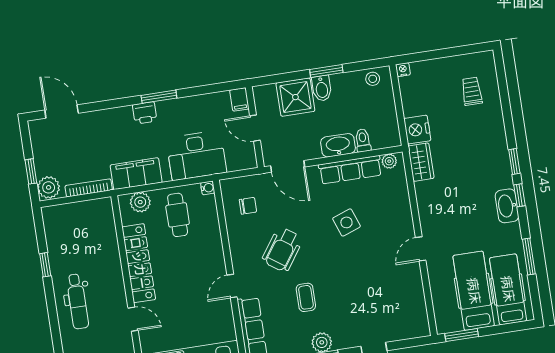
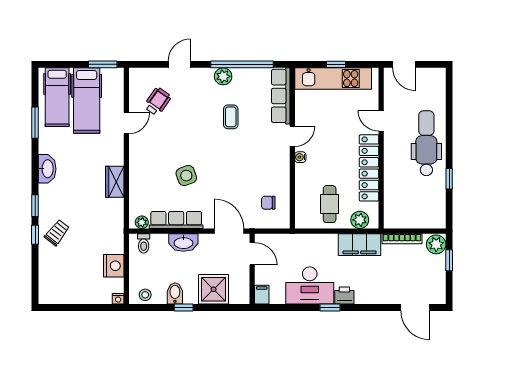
window: (326, 71) -> (184, 307), width x0.67
bidet: (322, 88) -> (175, 293), moved
trolley: (472, 91) -> (57, 233), moved, turned -142
window: (159, 97) -> (330, 307), width x0.67
door: (255, 128) -> (252, 254), moved
nightstand: (417, 130) -> (114, 266), moved
toilet: (363, 140) -> (144, 243), moved
desk: (196, 155) -> (310, 285), moved, turned 180
wardrobe: (421, 162) -> (115, 182), moved
water cooler: (208, 188) -> (300, 157), moved
window: (519, 195) -> (35, 235), moved
door: (421, 249) -> (126, 123), moved
wheelchair: (282, 250) -> (157, 102), moved, width x0.73, depth x0.73
dental chair: (77, 301) -> (426, 143), width x1.36, depth x1.38

